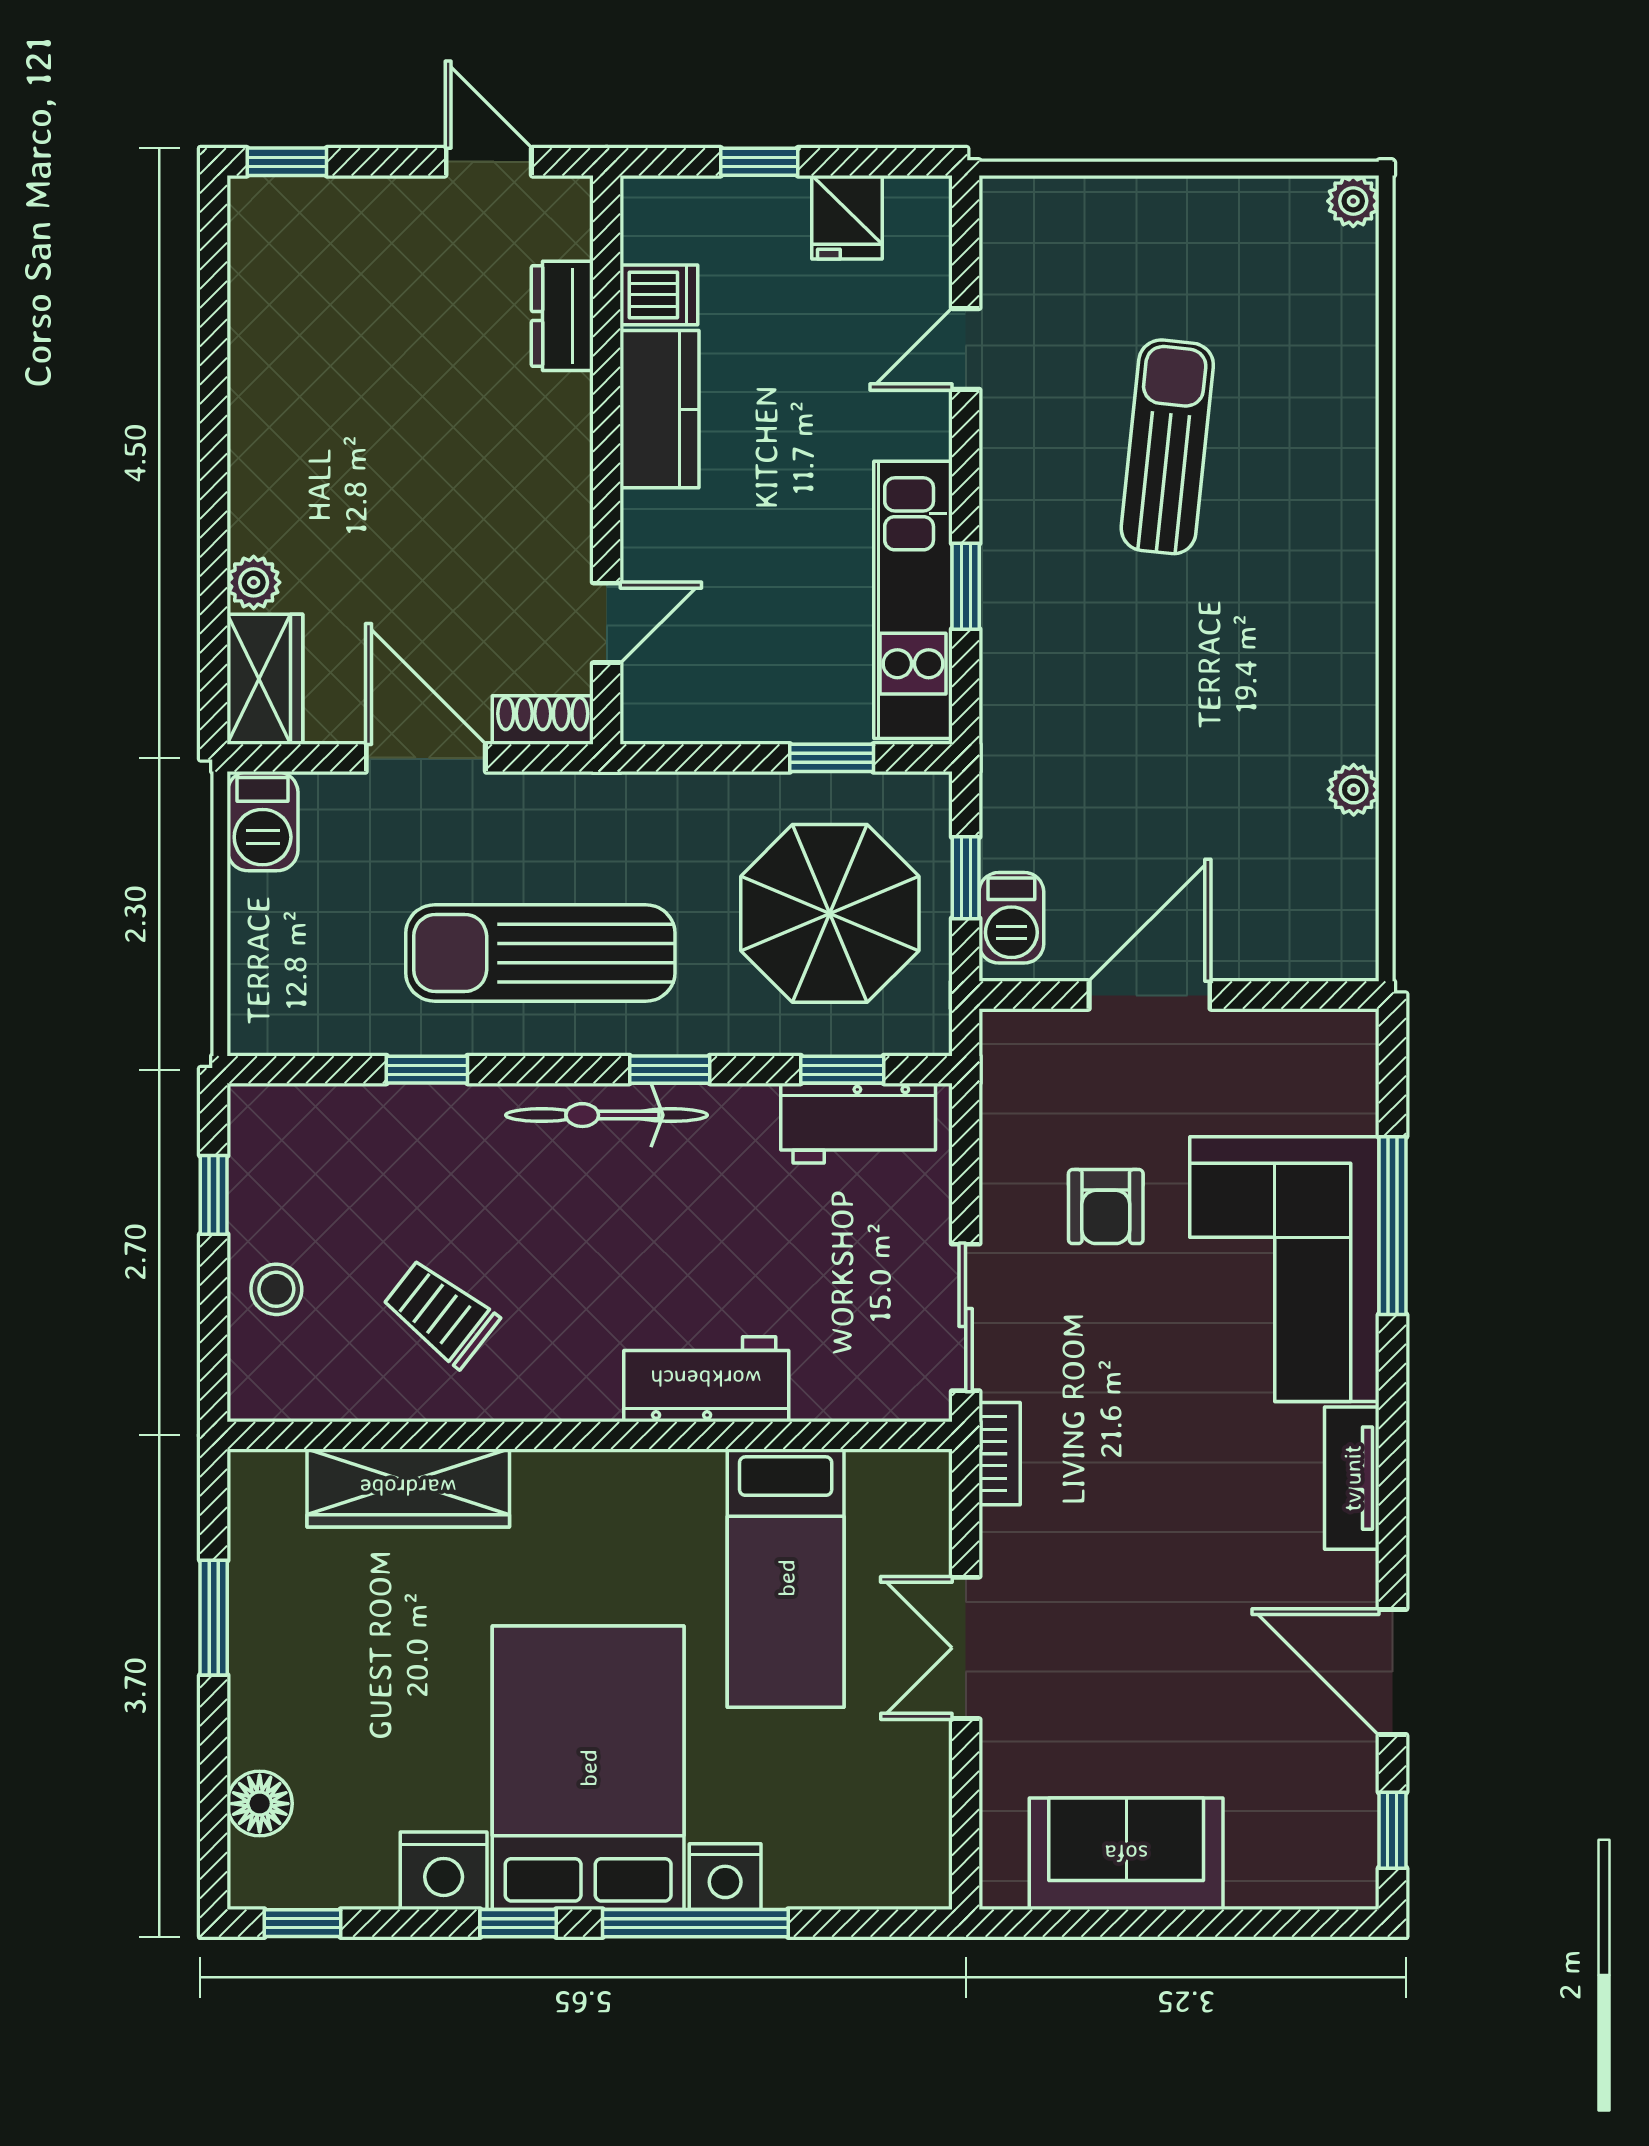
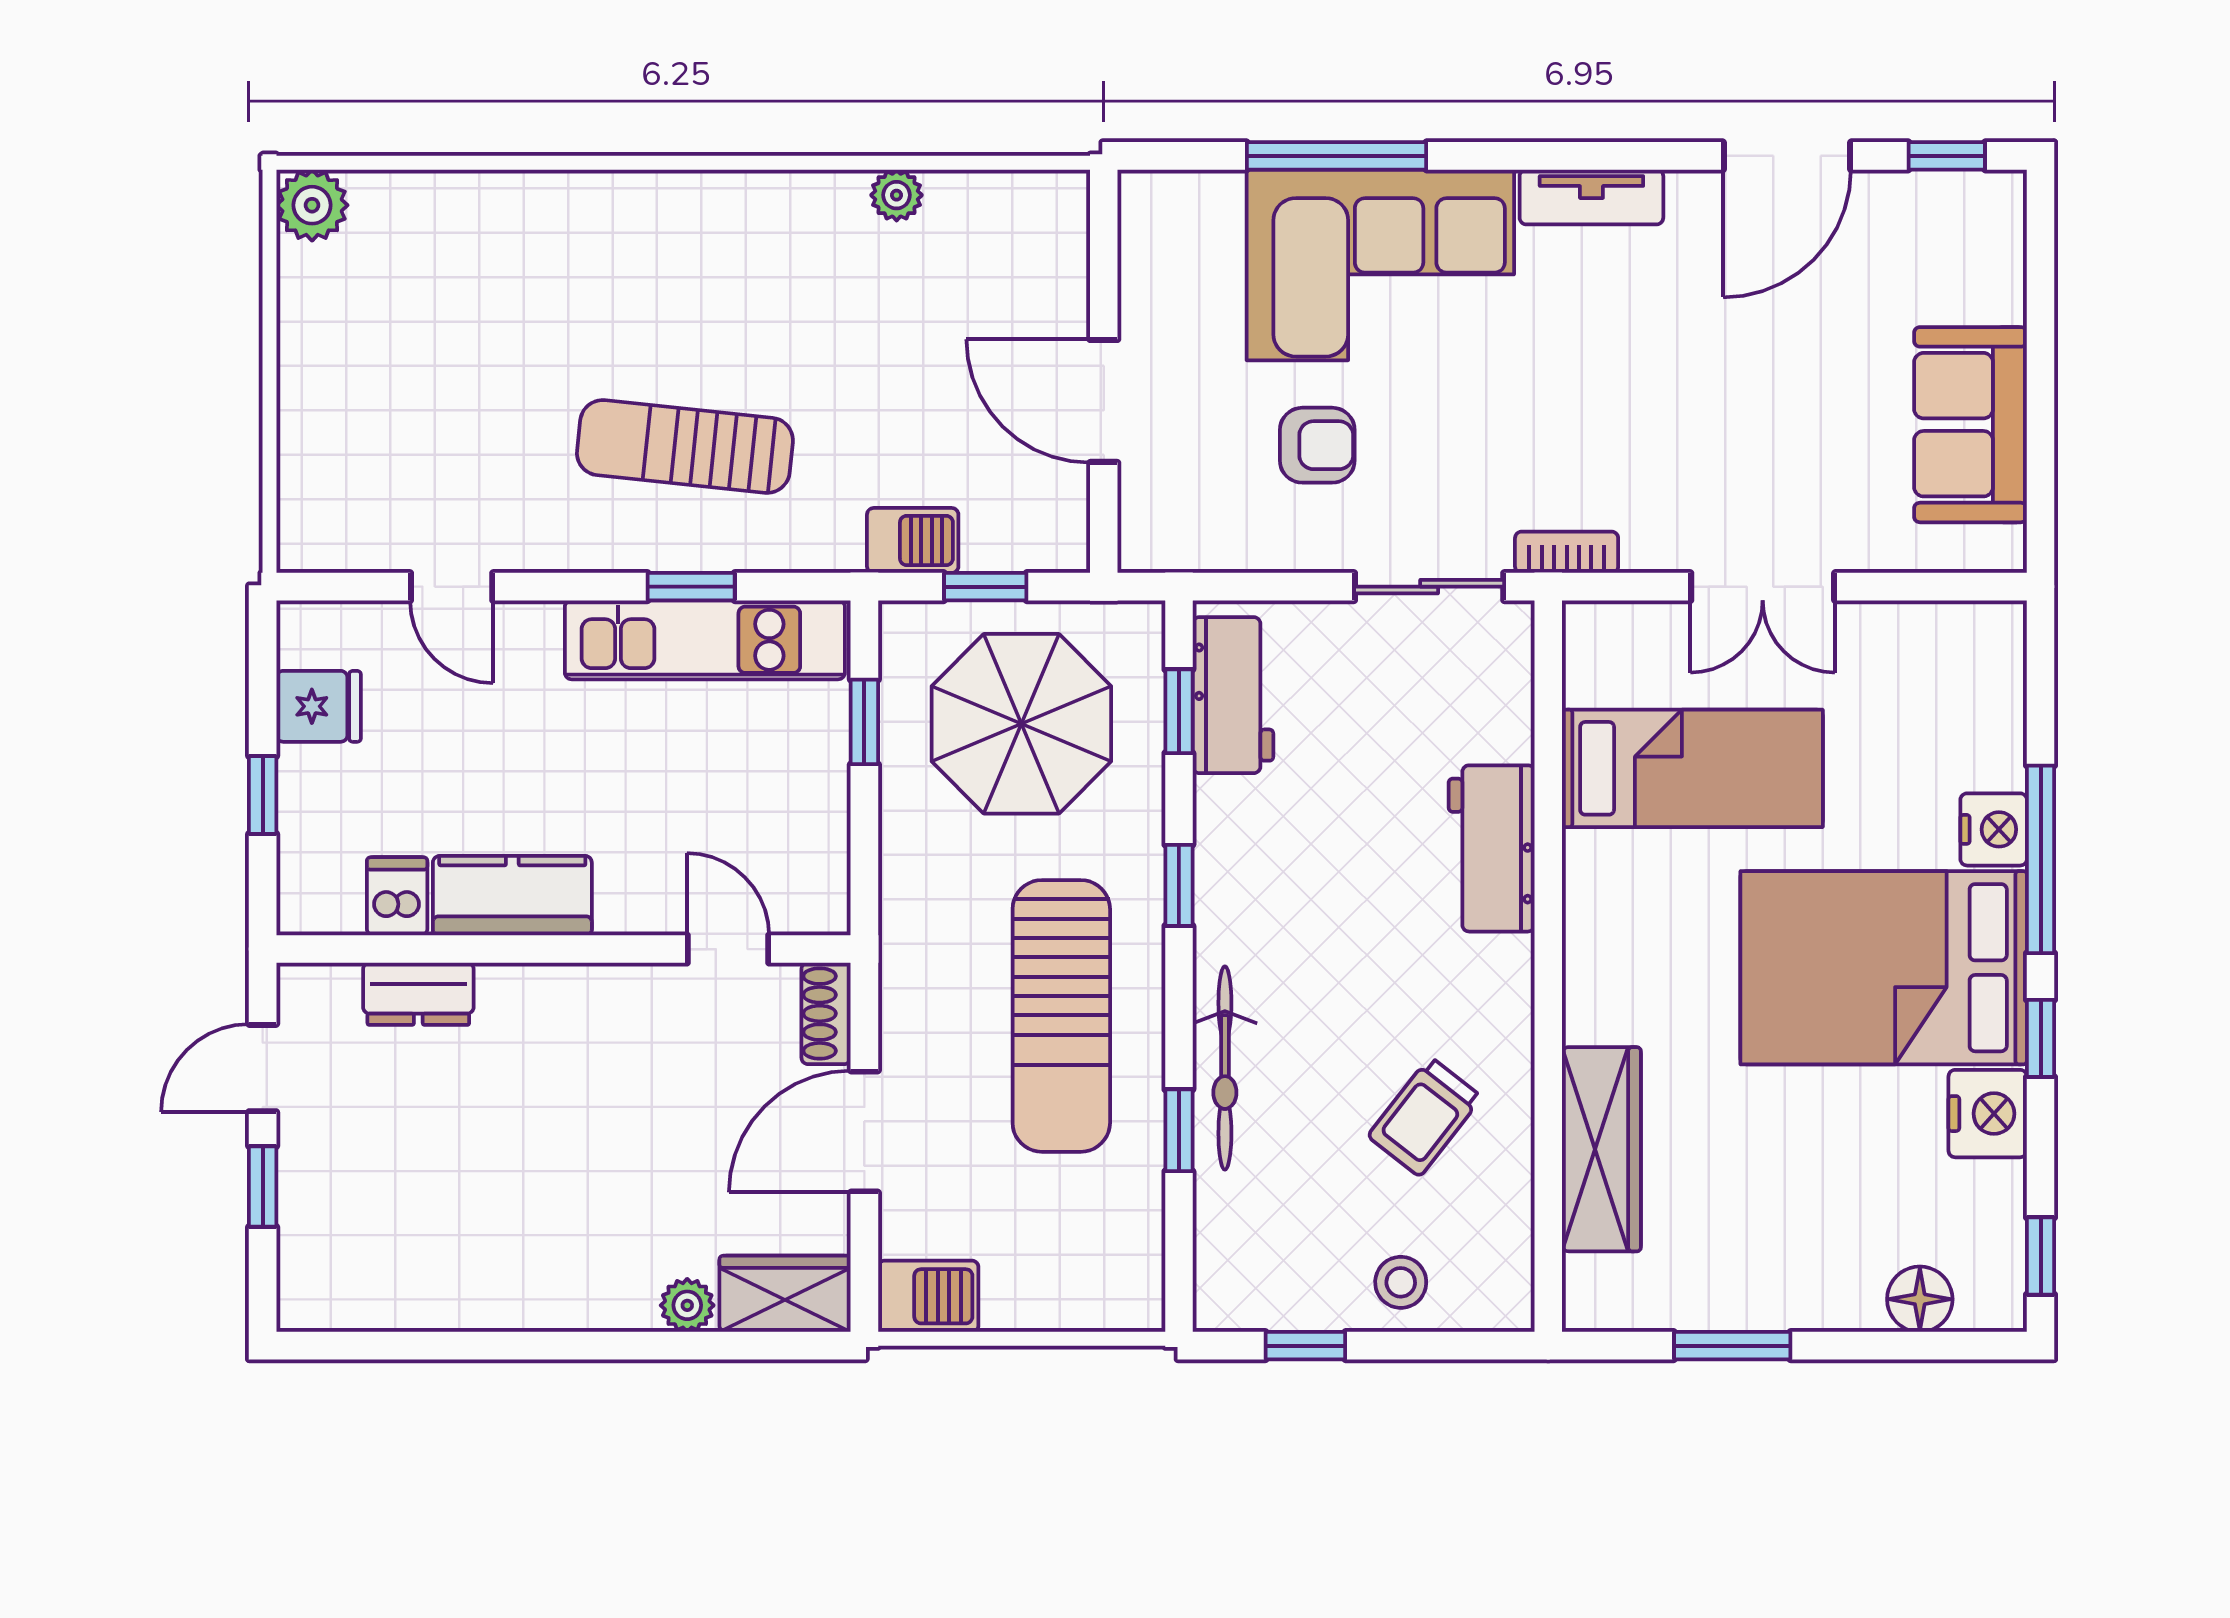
window: (287, 162) -> (263, 1187), moved
plant: (1353, 201) -> (312, 205), width x1.38, depth x1.38
sun lounger: (1167, 447) -> (685, 447), moved
barbecue: (1011, 918) -> (913, 540), moved
bicycle: (606, 1115) -> (1225, 1068), moved

